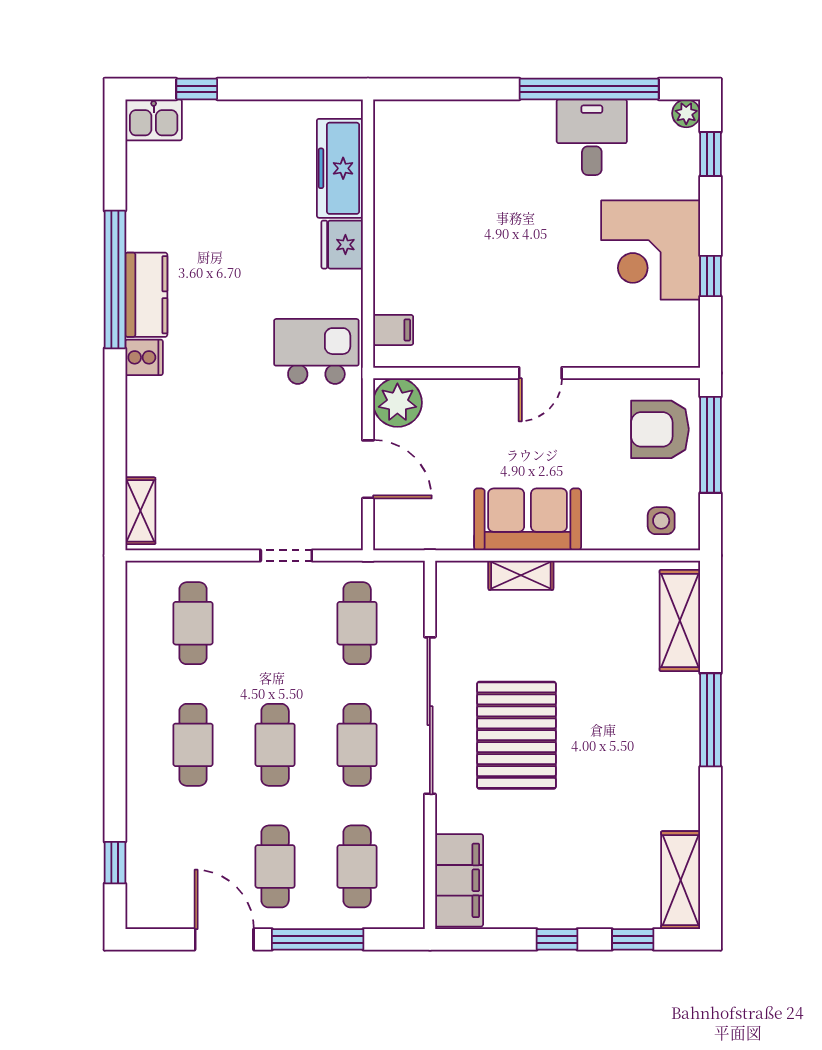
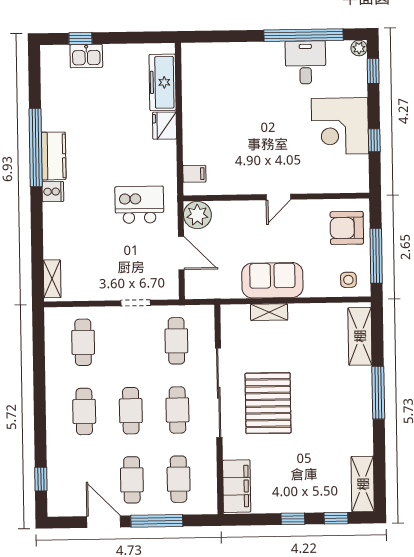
kitchen sink: (154, 120) -> (86, 56), moved
kitchen island: (316, 351) -> (139, 205), moved
window: (711, 445) -> (376, 256), moved

